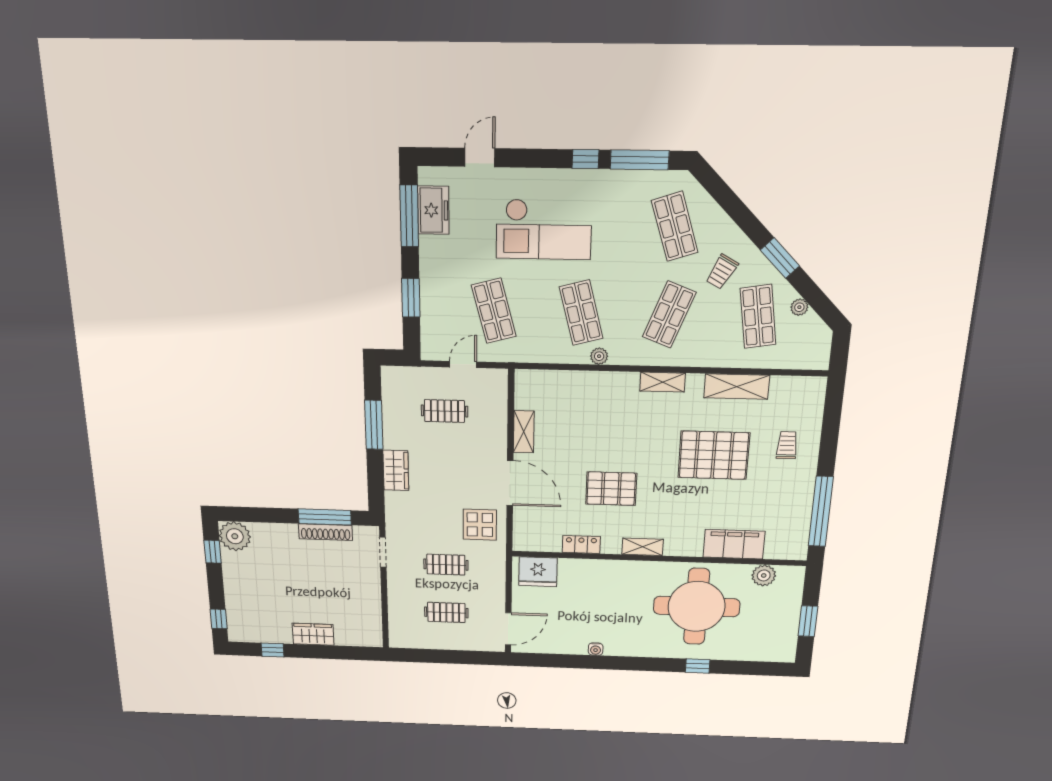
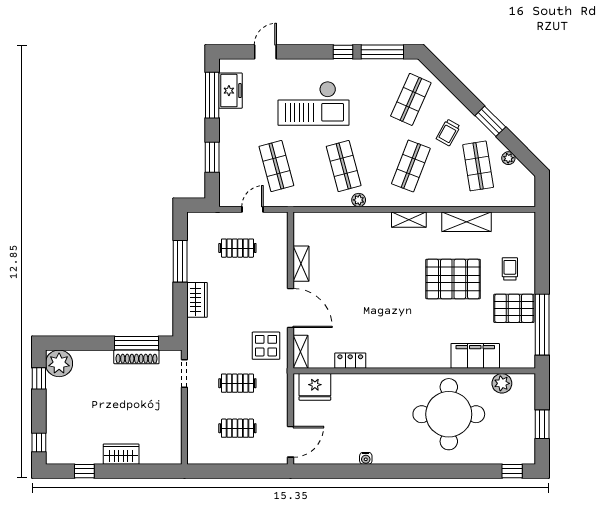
shop shelf: (675, 226) -> (411, 99), turned 42
pallet: (611, 489) -> (514, 308), moved
shelving: (643, 547) -> (301, 352), moved, turned 90
window: (698, 666) -> (512, 471), moved

